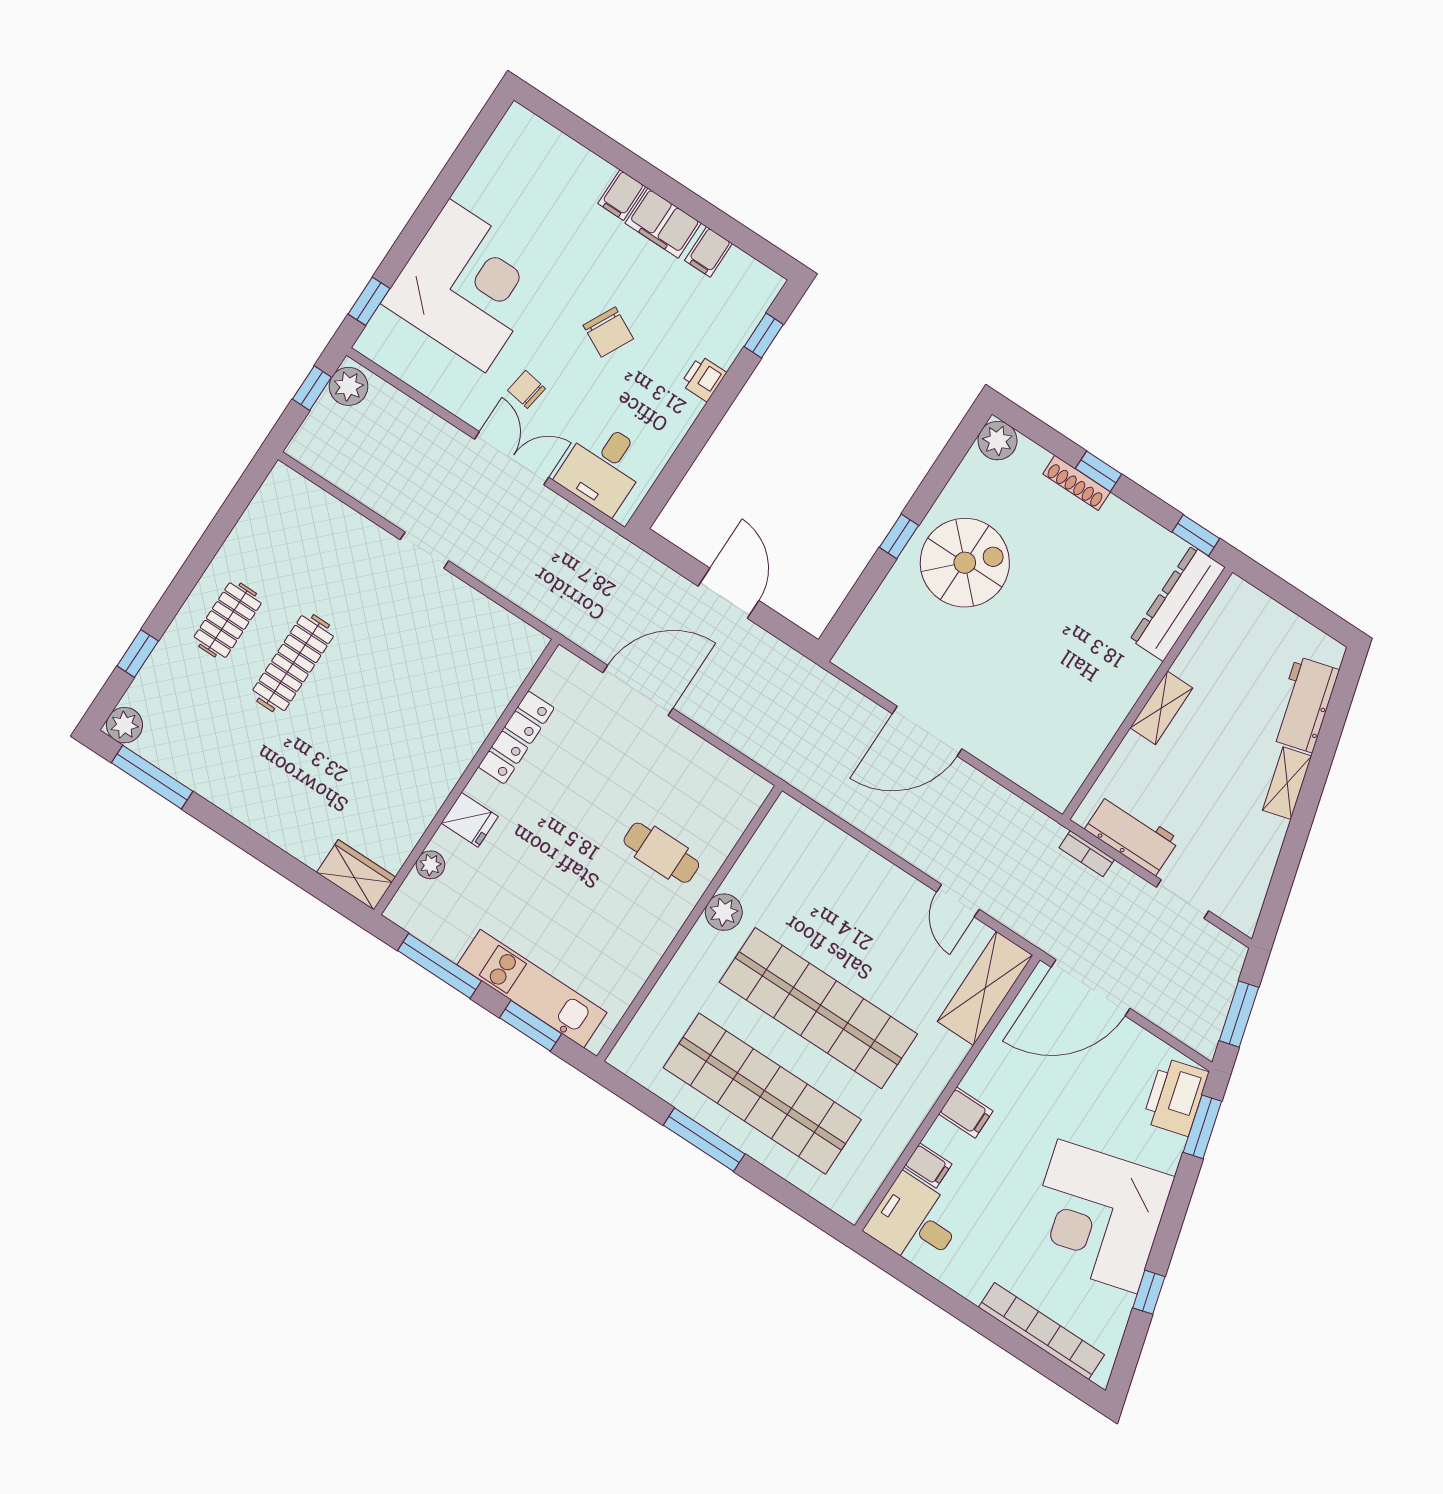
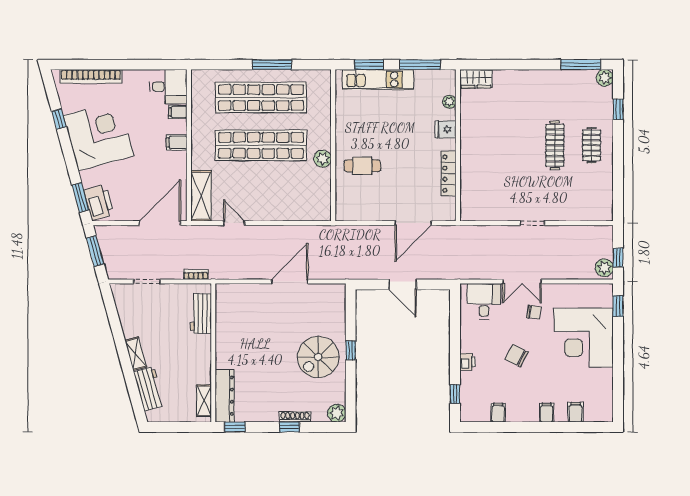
filing cabinet: (663, 223) -> (576, 412), moved, width x0.50
shelving: (1161, 708) -> (204, 401), moved
workbench: (1132, 834) -> (201, 314), moved, turned 90

